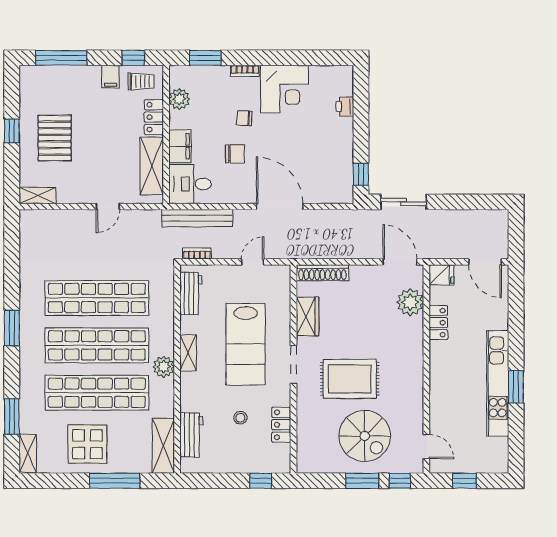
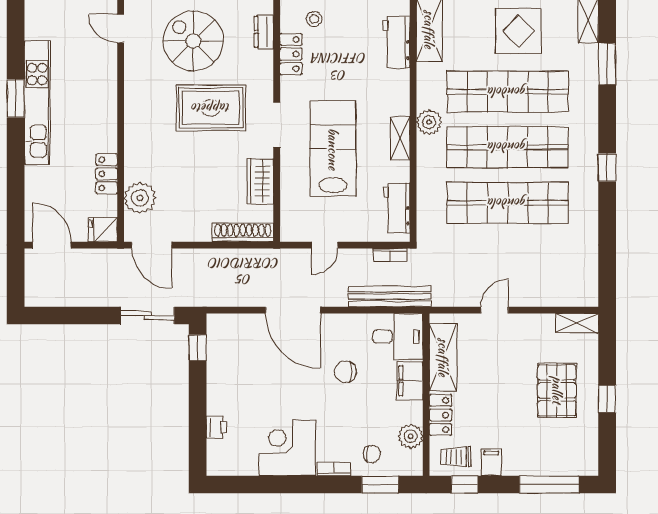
chair: (244, 118) -> (372, 454), moved
window: (12, 328) -> (607, 168), width x0.67
stool: (240, 418) -> (314, 19), moved
dresser: (304, 444) -> (264, 32), added

